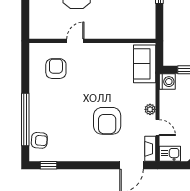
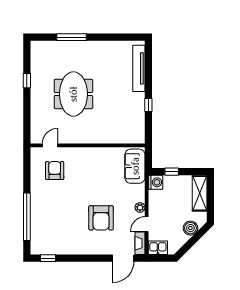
door: (75, 41) -> (50, 145), moved
door: (157, 128) -> (147, 224), swing flipped
armchair: (39, 140) -> (40, 236), removed

